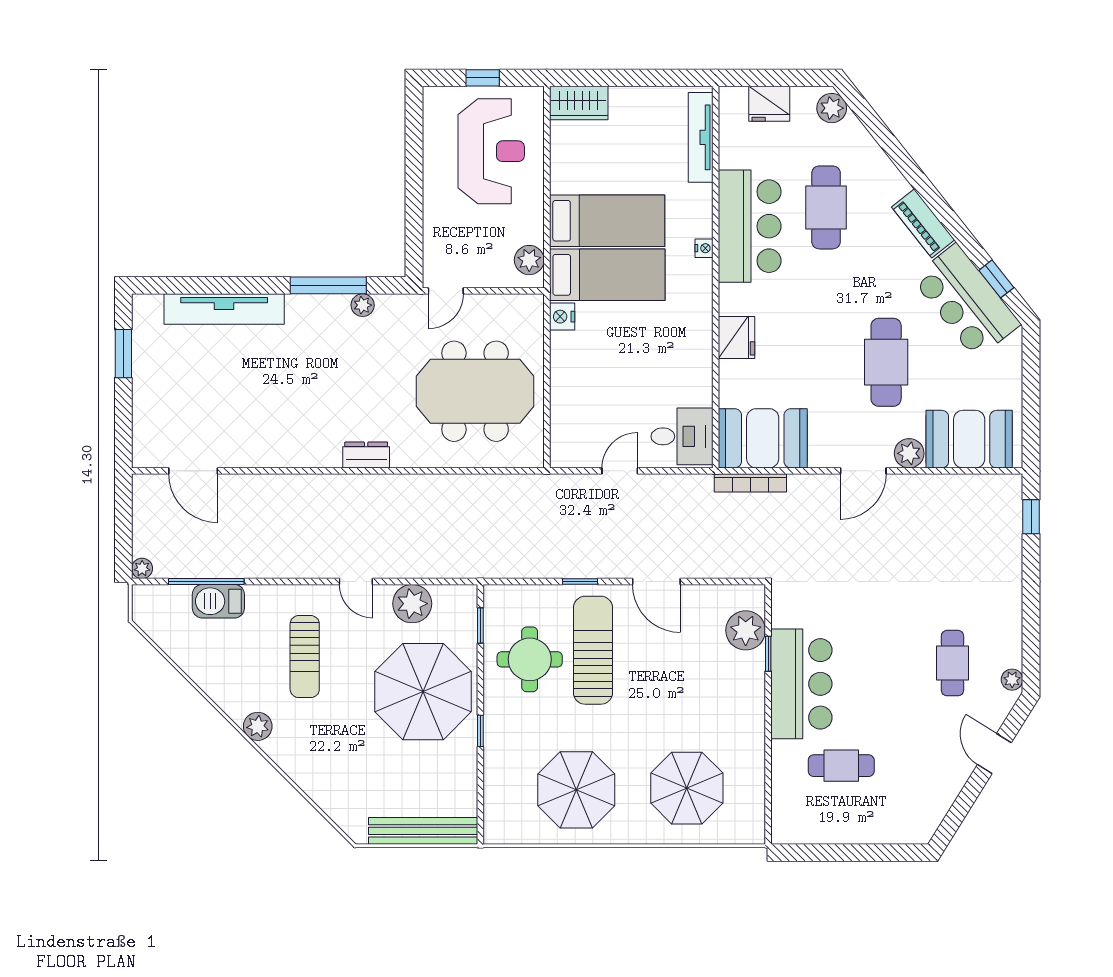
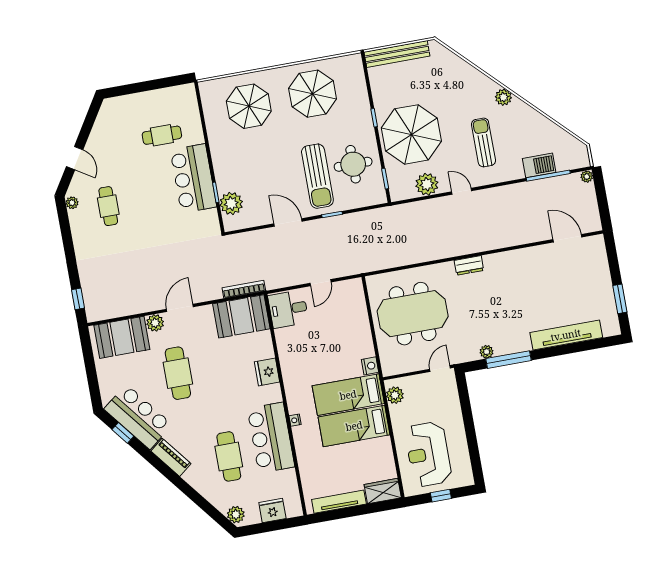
tv unit: (701, 137) -> (339, 502), moved, turned -90

